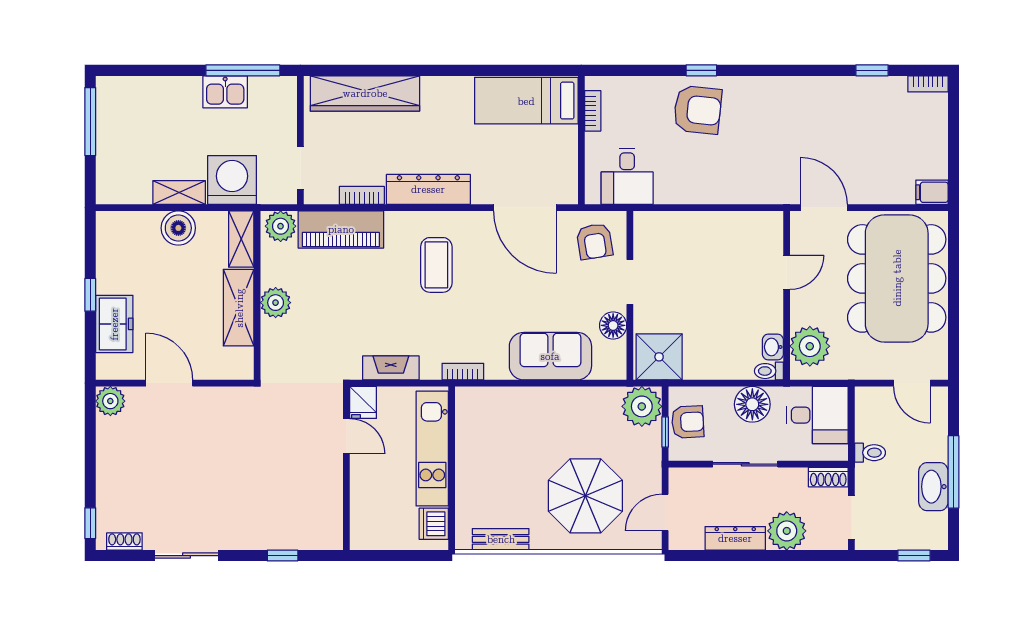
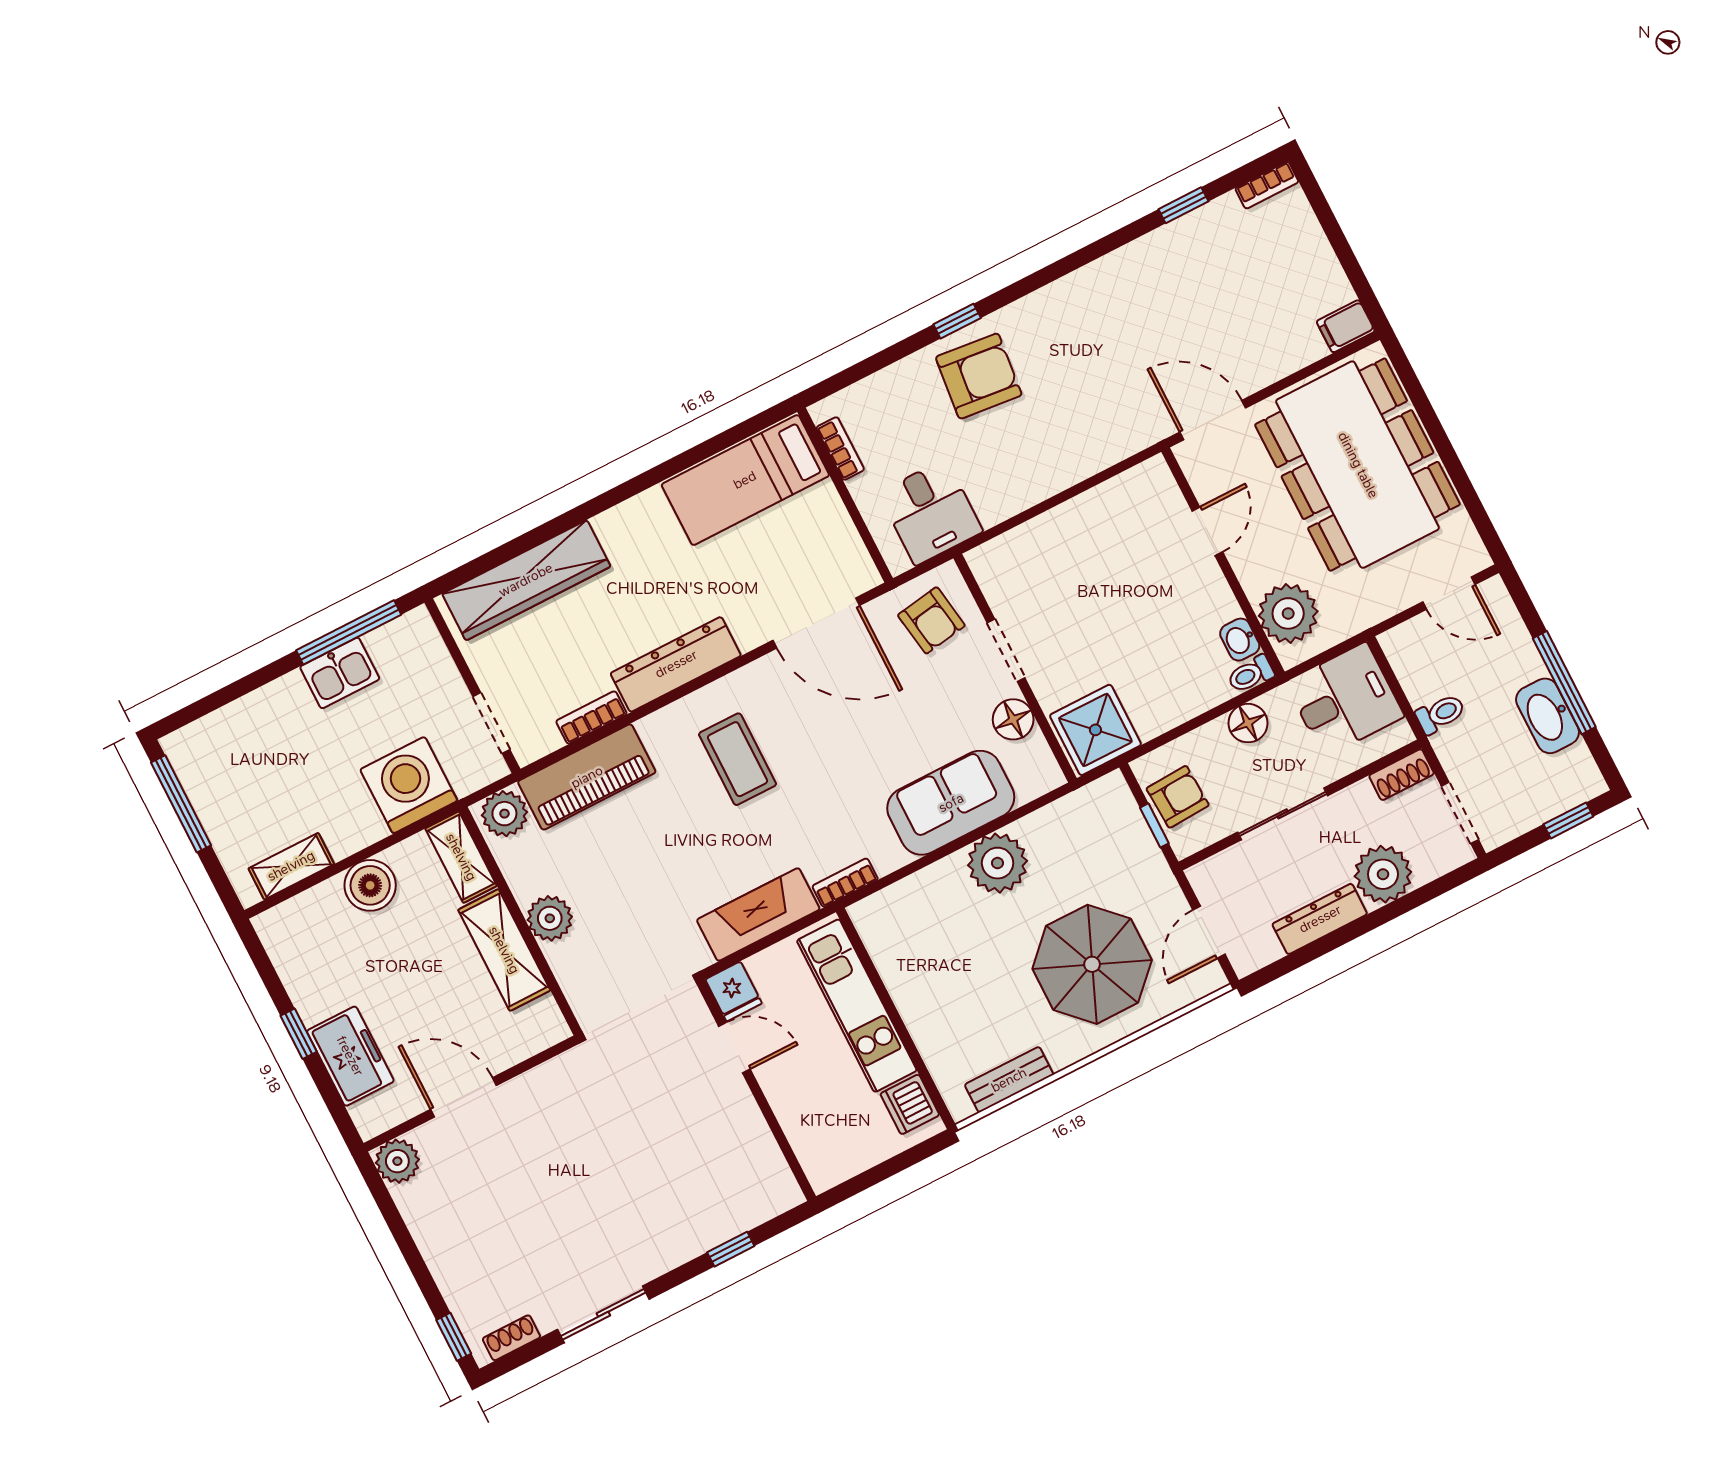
shelving: (179, 193) -> (291, 866), moved
fireplace: (391, 368) -> (758, 915), width x1.37, depth x1.32
floor lamp: (752, 404) -> (1248, 723), width x0.73, depth x0.73
plant: (642, 406) -> (998, 863), moved

